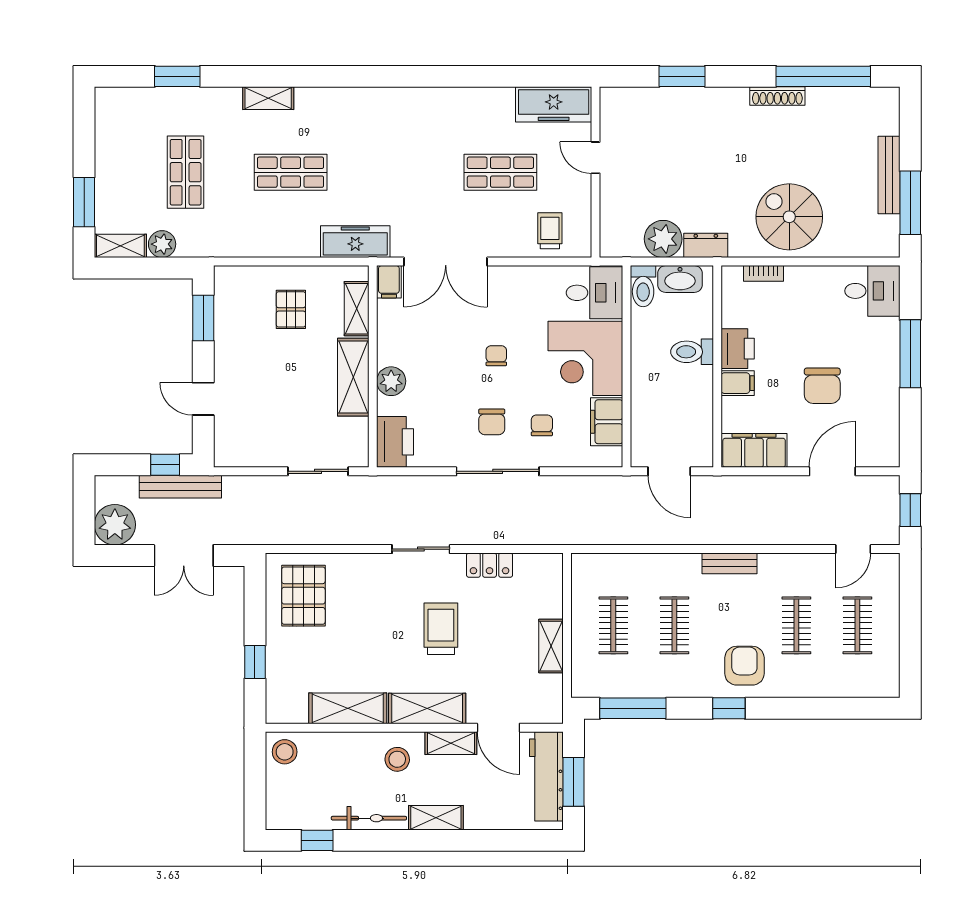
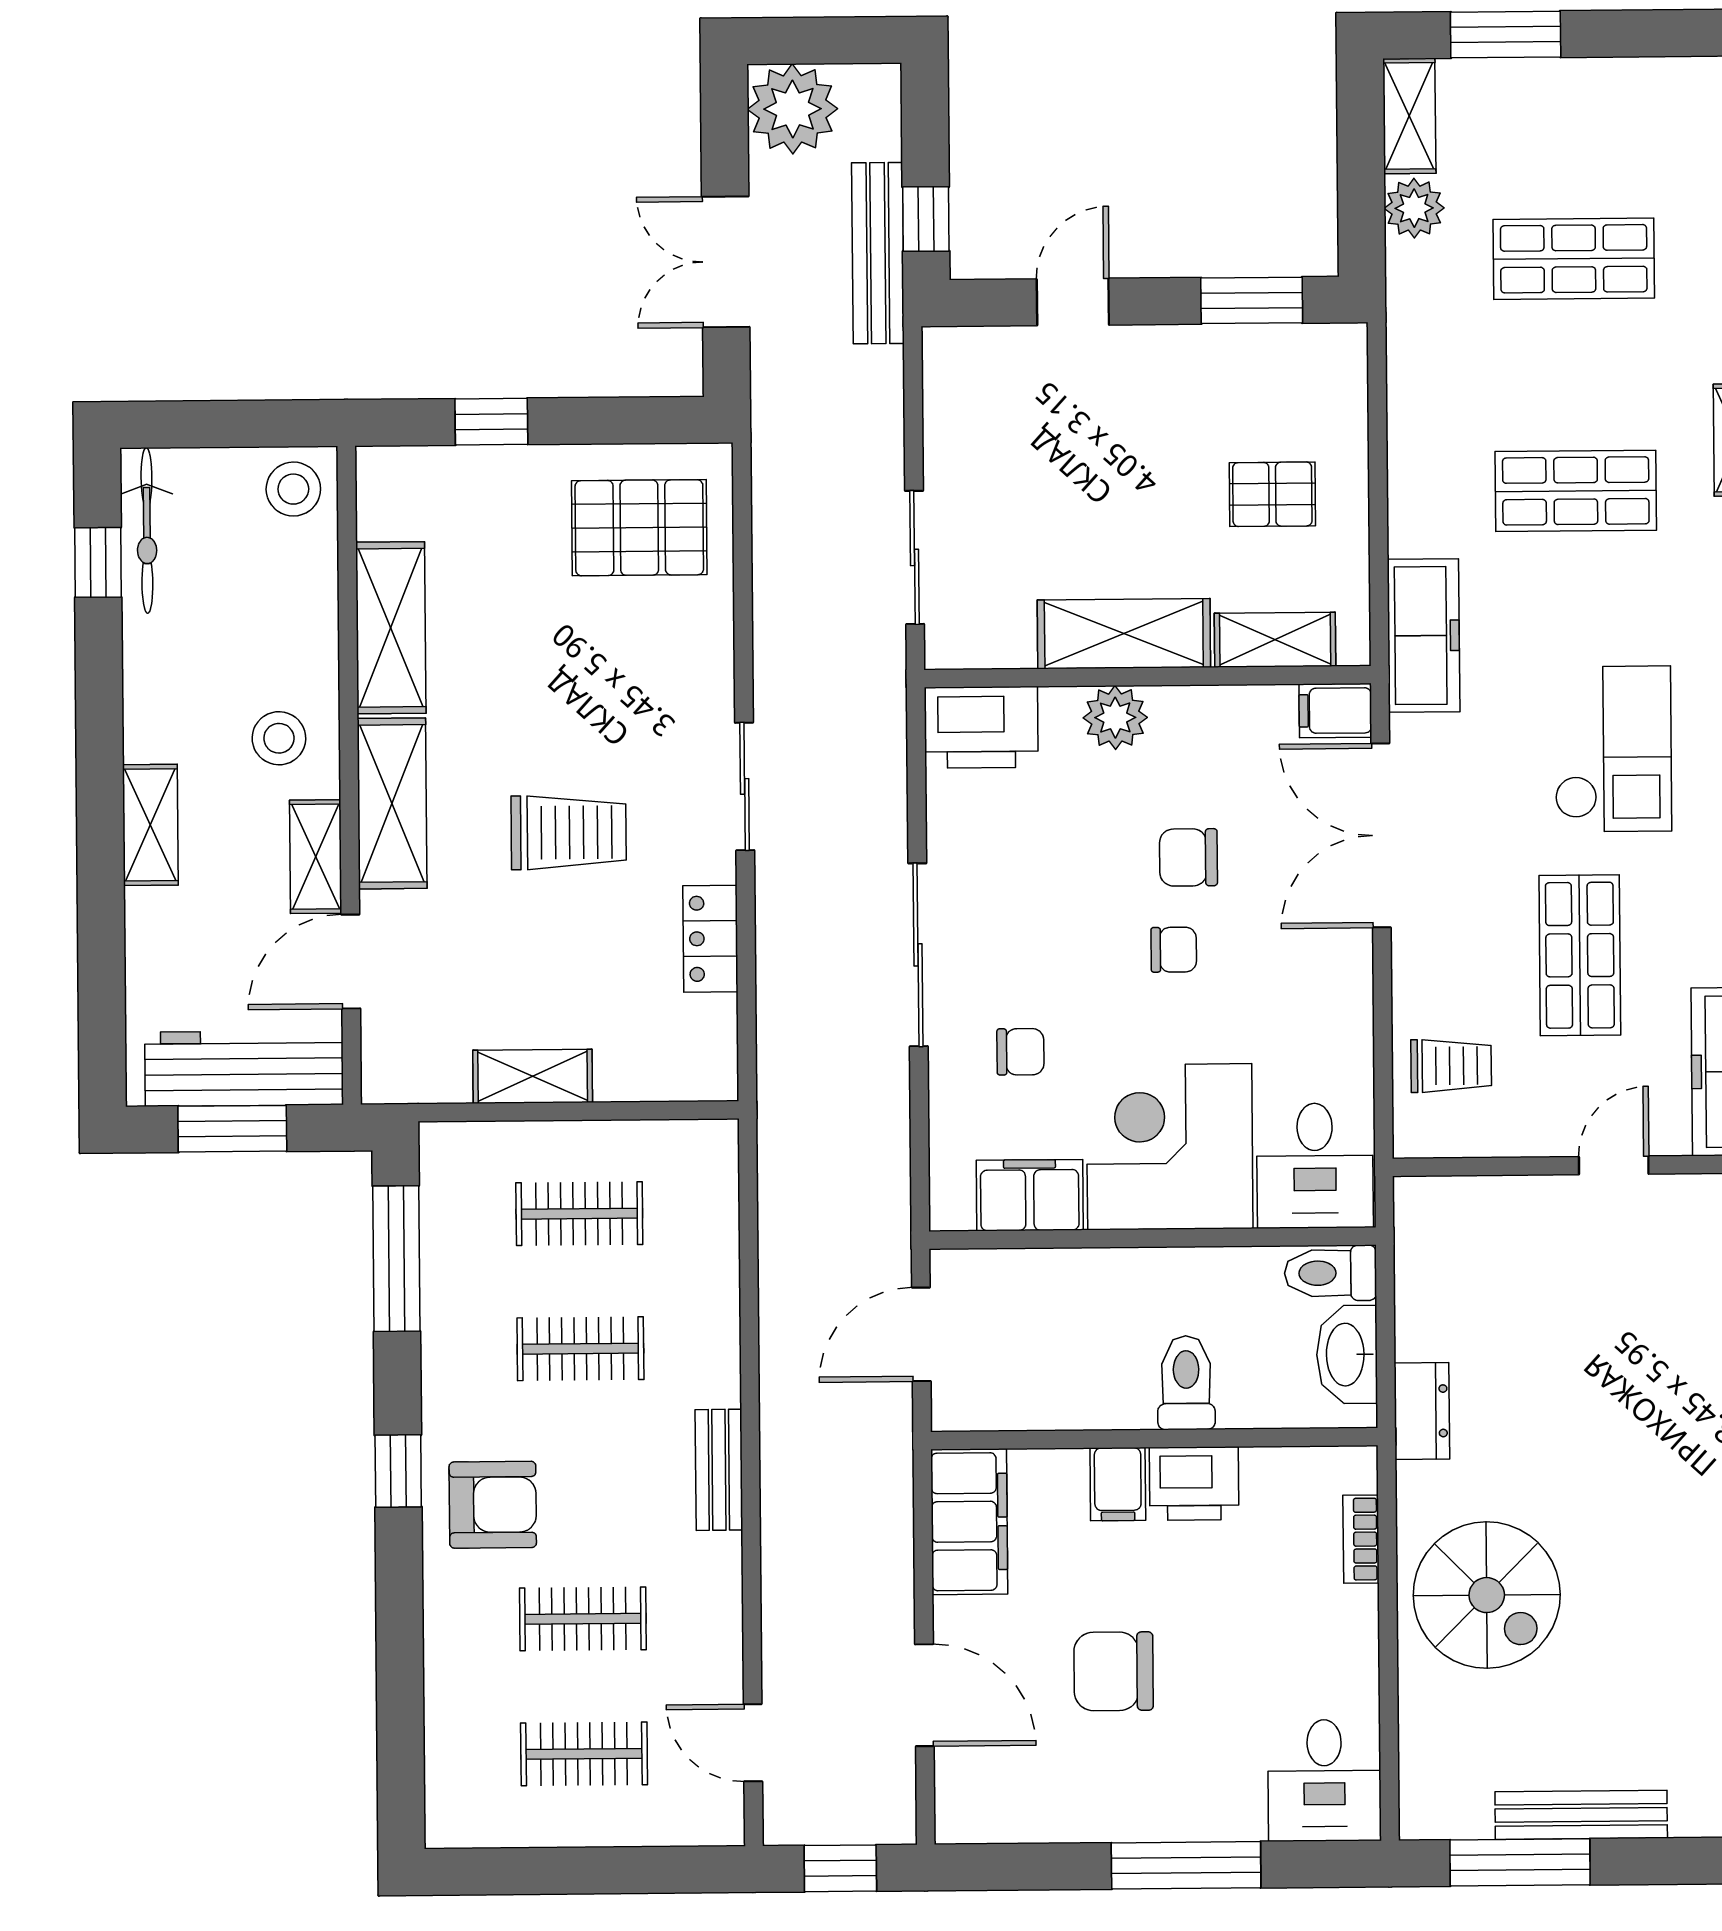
checkout: (407, 156) -> (1613, 749), added
shop shelf: (291, 172) -> (1576, 491), turned 90
spiral stairs: (789, 217) -> (1487, 1595), turned 90
plant: (663, 239) -> (1435, 1317), removed
chair: (492, 422) -> (1188, 857), moved
bicycle: (369, 818) -> (147, 531), moved

